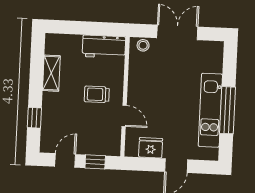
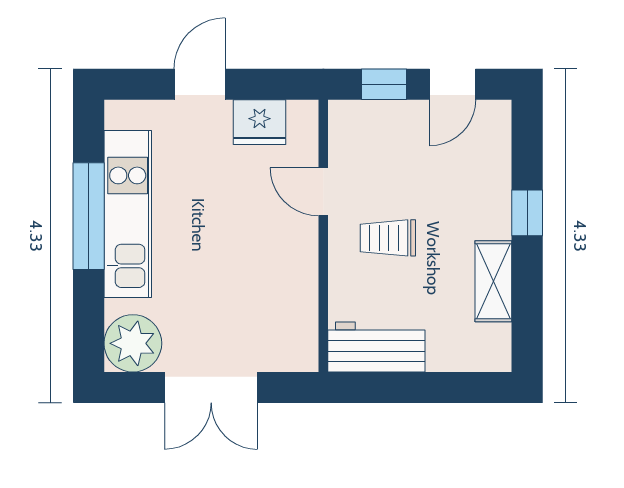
stool: (143, 45) -> (288, 354), removed
plant: (211, 53) -> (133, 343), added
trolley: (97, 94) -> (388, 238), turned 180
window: (34, 118) -> (527, 213), moved

